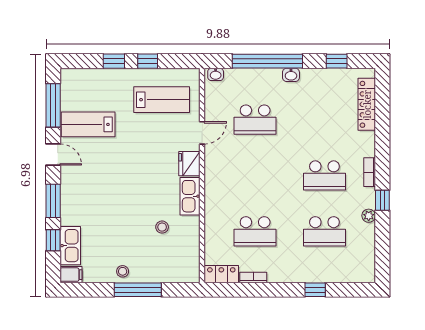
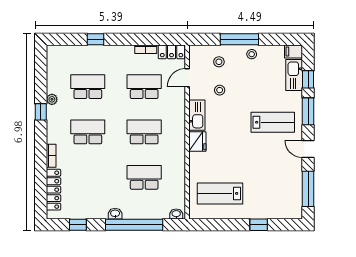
window: (148, 61) -> (231, 225), removed
lab bench: (88, 124) -> (273, 122), moved
door: (202, 133) -> (187, 78), moved
bookcase: (370, 172) -> (51, 156), moved
school desk: (255, 175) -> (144, 132), added
stool: (163, 262) -> (219, 62), added

